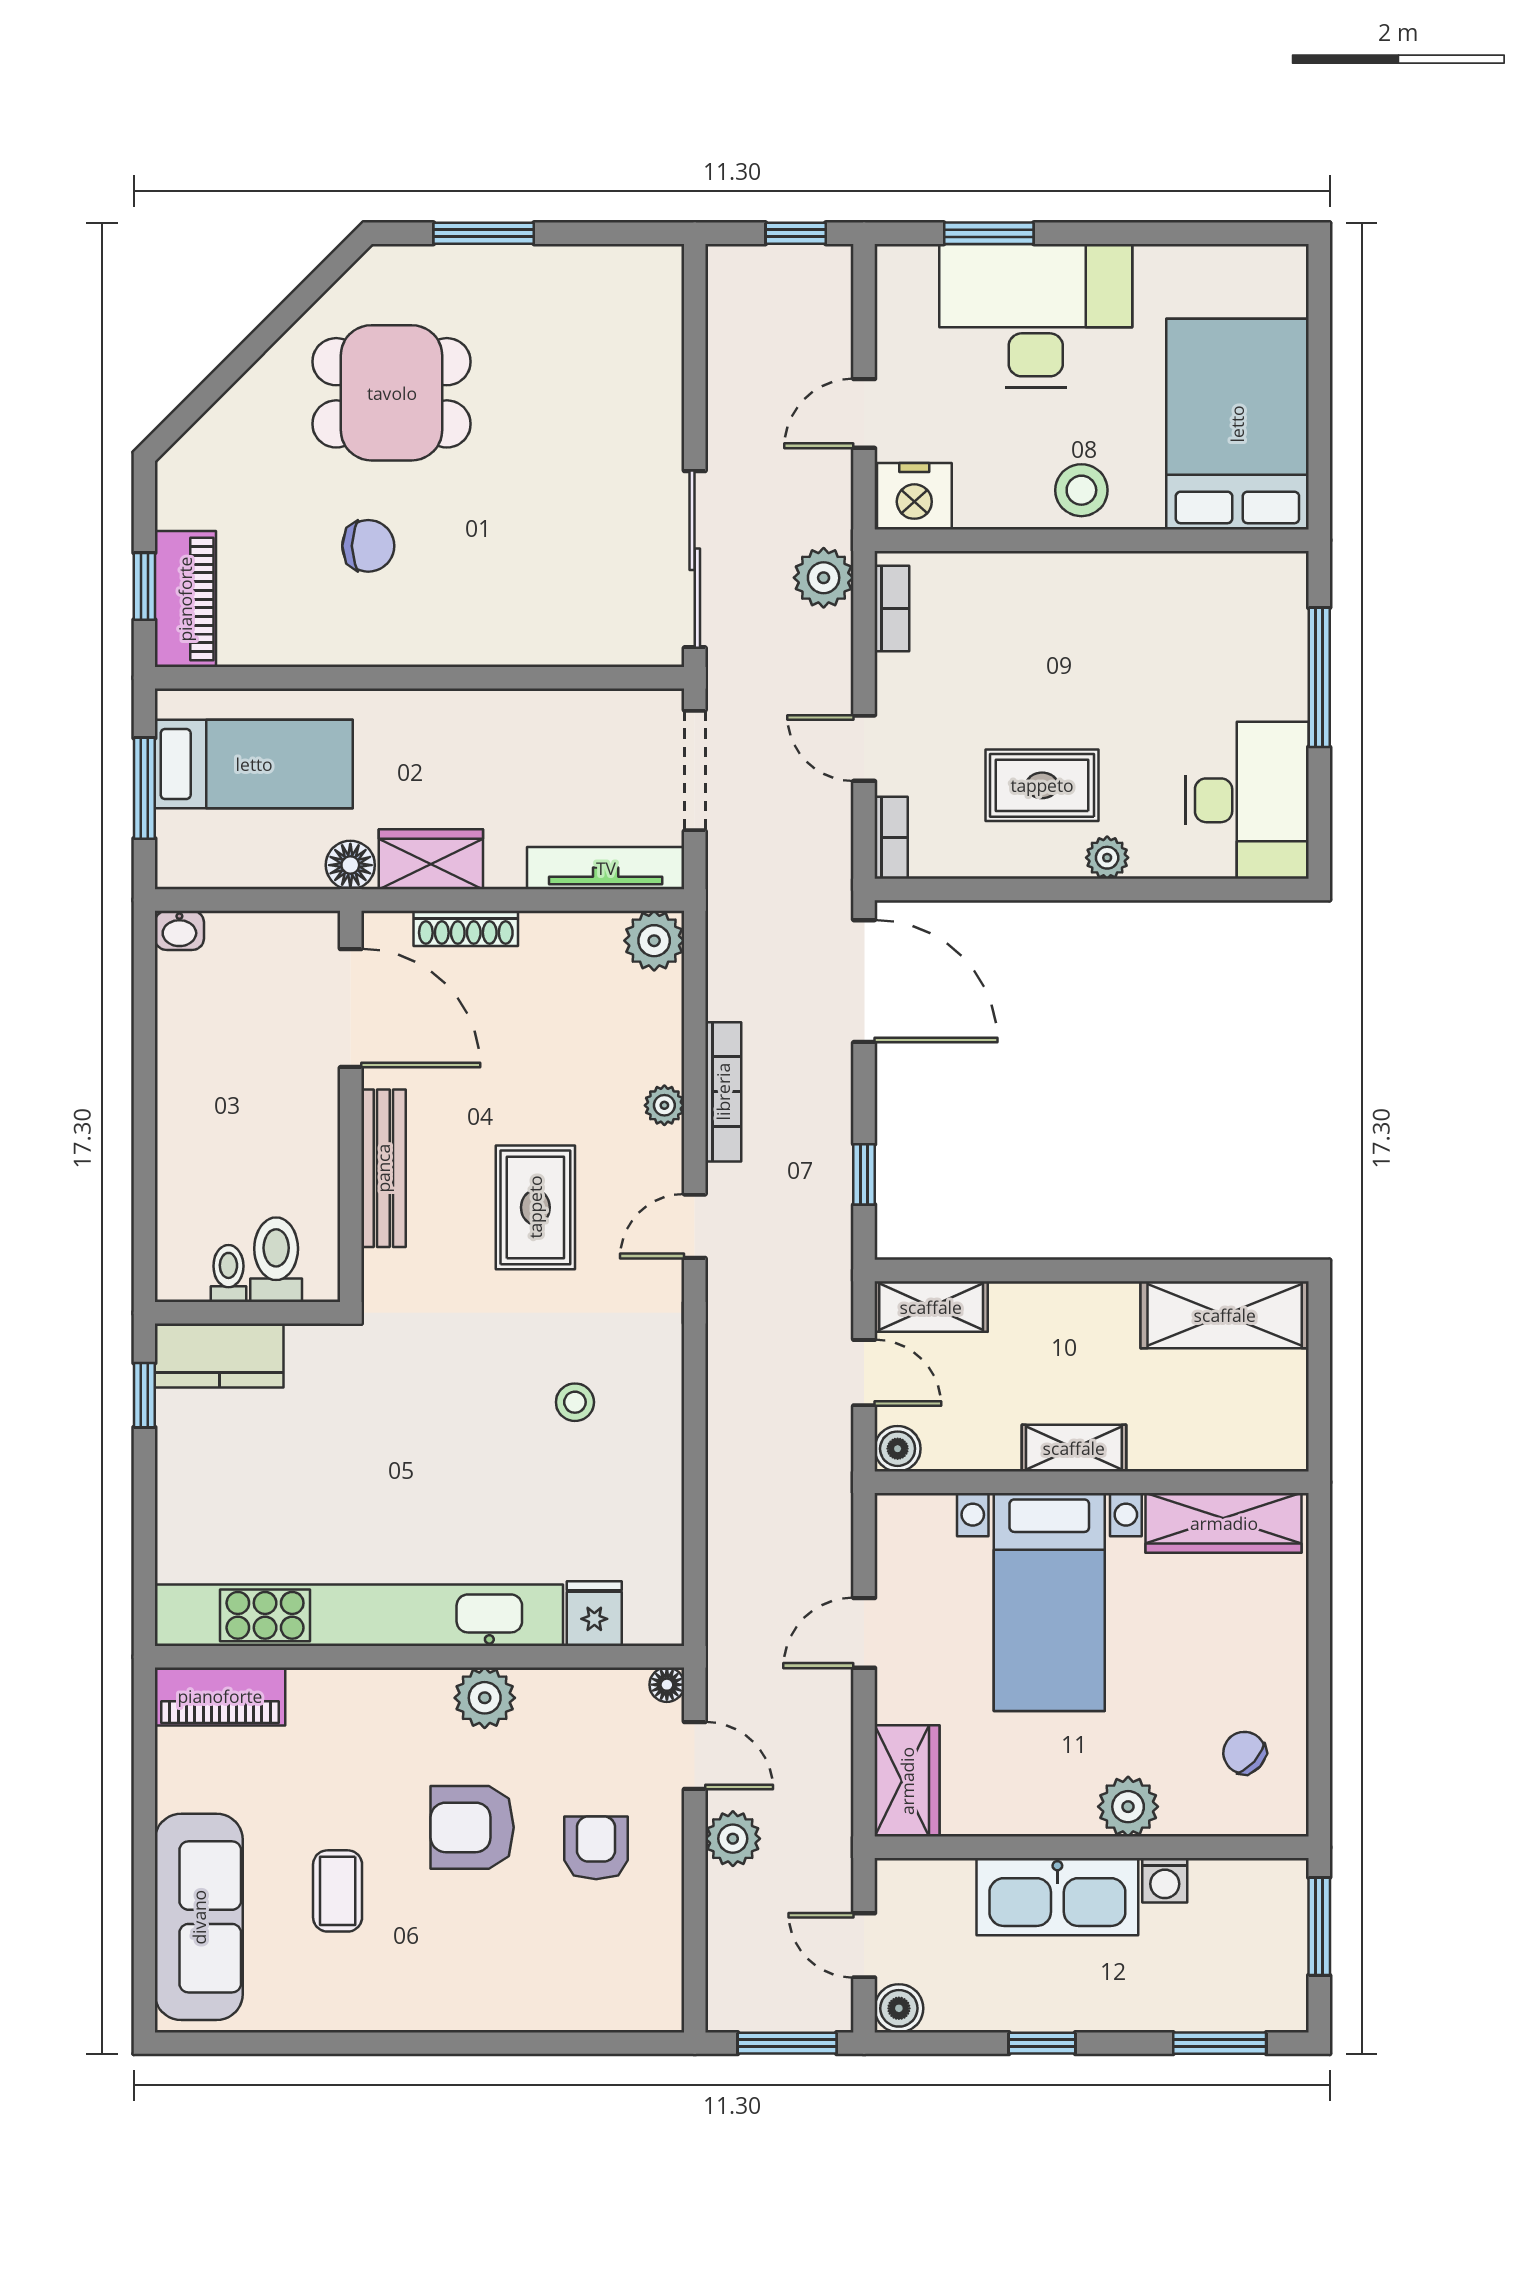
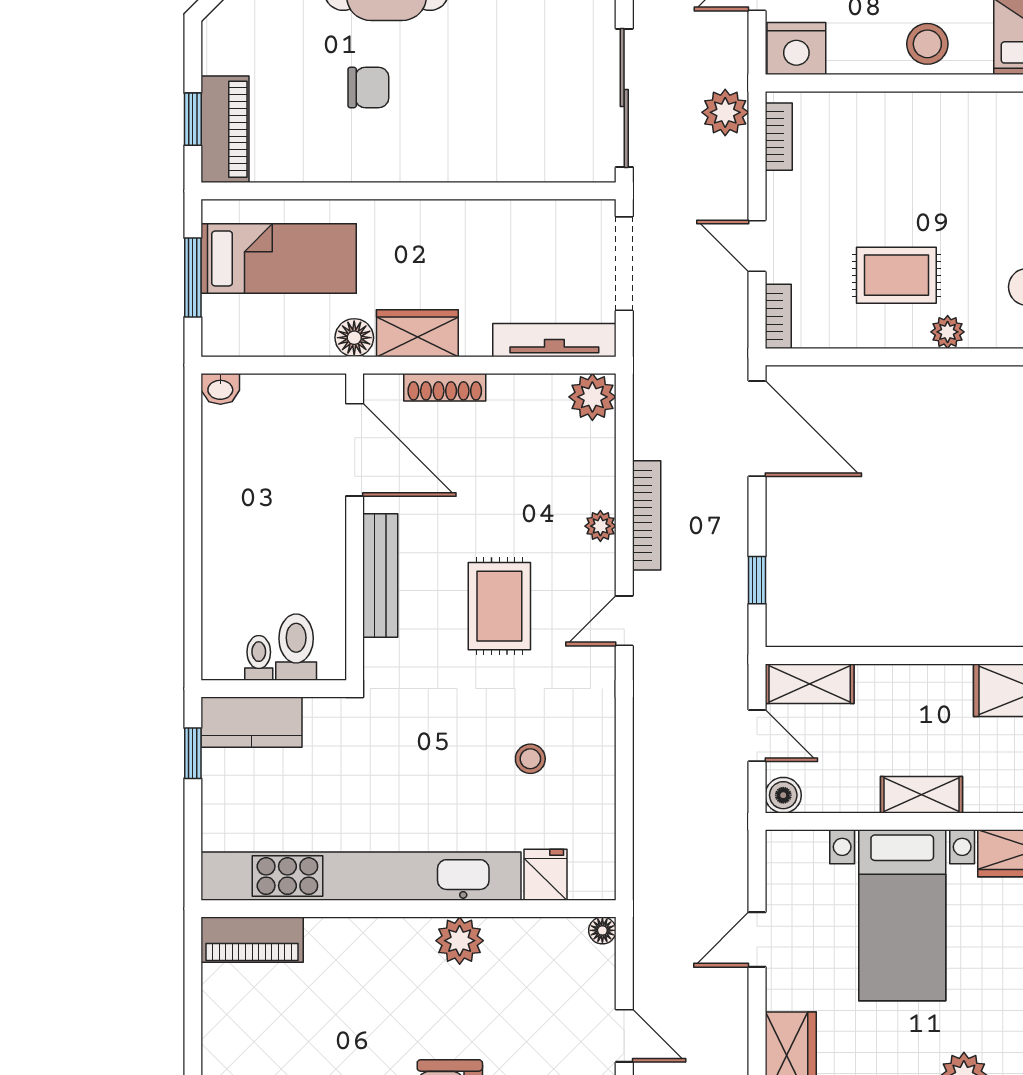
fridge: (594, 1614) -> (545, 875), moved
kitchen unit: (359, 1615) -> (361, 876), moved
wall: (420, 1657) -> (409, 909), moved
floor lamp: (667, 1685) -> (602, 930), moved
piano: (220, 1696) -> (252, 940), moved
plant: (485, 1698) -> (460, 941), moved

